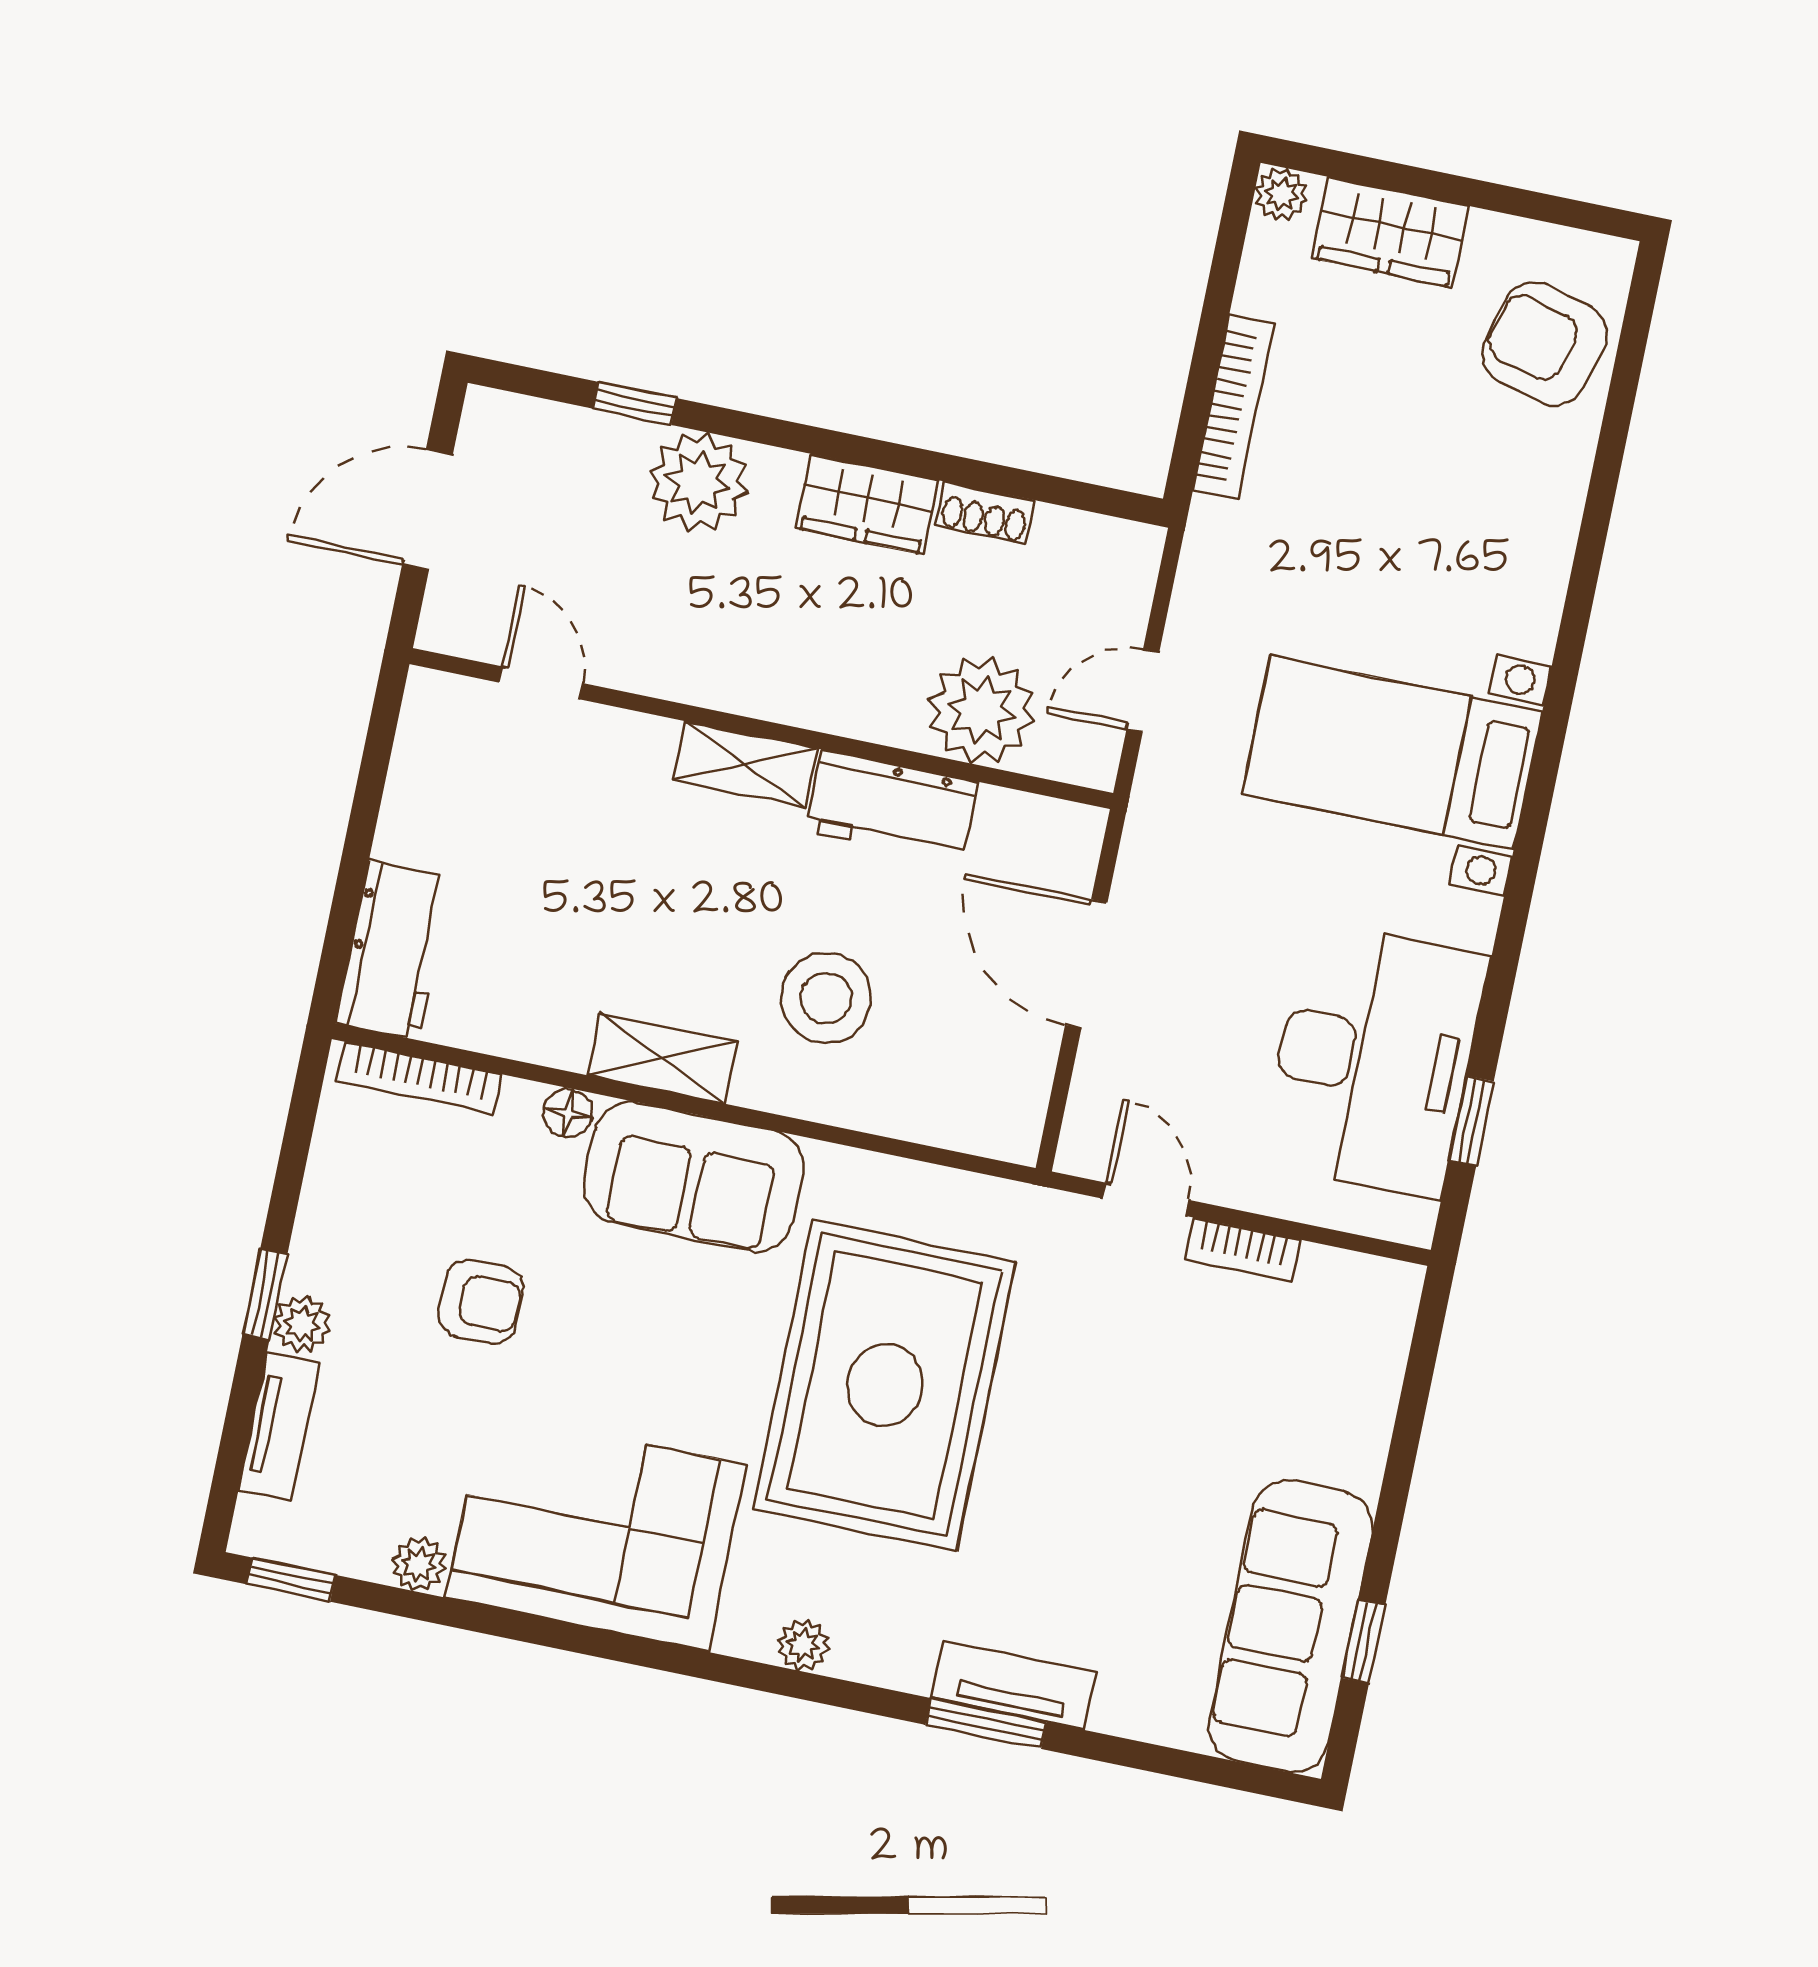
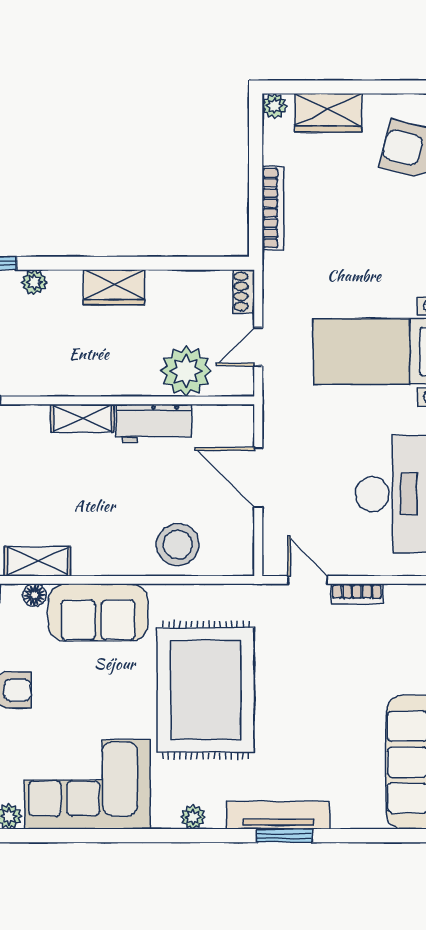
plant: (698, 482) -> (34, 282), width x0.53, depth x0.53
shoe rack: (985, 513) -> (244, 291), moved, turned 90
stool: (826, 998) -> (178, 545), moved
shelving: (662, 1058) -> (38, 561), moved
tv unit: (1013, 1685) -> (278, 815), width x1.41

